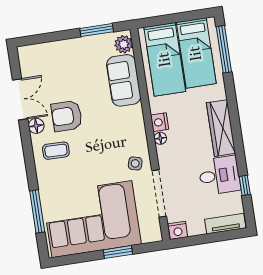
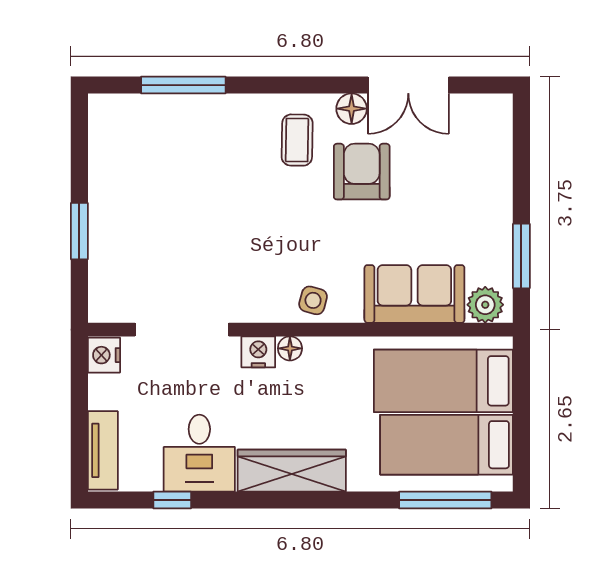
nightstand: (160, 122) -> (258, 352), moved
side table: (135, 163) -> (313, 300), moved
corner sofa: (92, 219) -> (152, 190), removed

